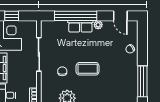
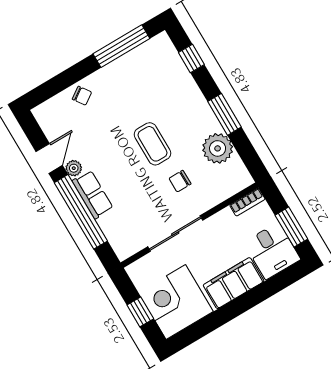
door: (120, 16) -> (49, 158), moved

